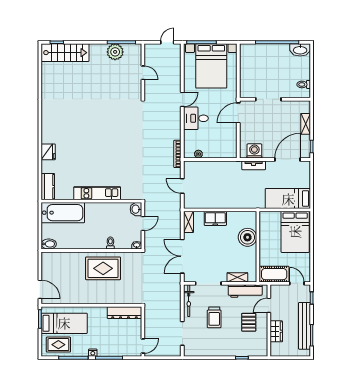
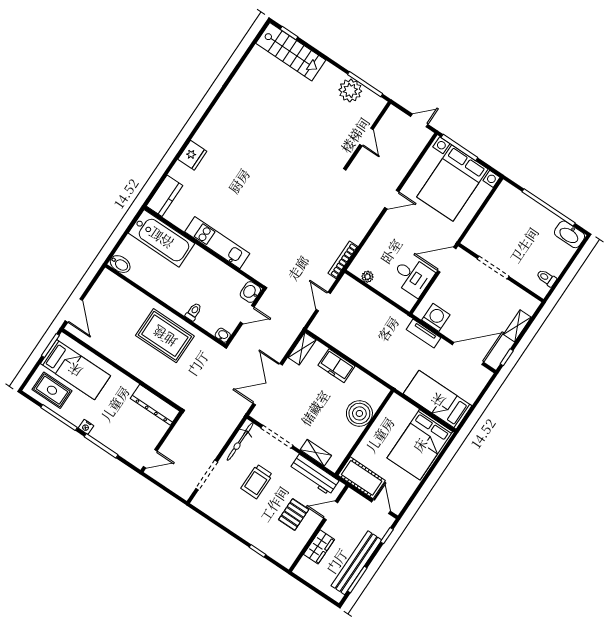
desk: (196, 118) -> (413, 276), moved, turned 180

